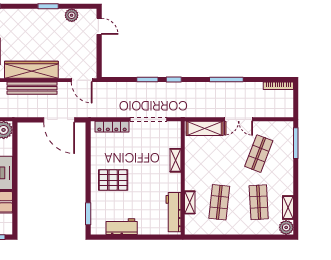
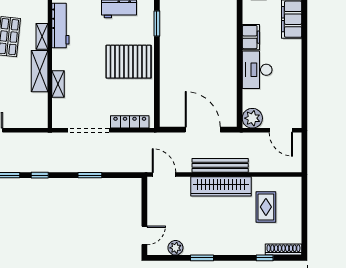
door: (99, 26) -> (144, 235), swing flipped
window: (174, 80) -> (40, 175), moved
door: (59, 120) -> (203, 130), moved
shelving: (205, 128) -> (40, 71), moved, turned 90
pallet: (113, 180) -> (129, 62), width x1.37, depth x1.41

